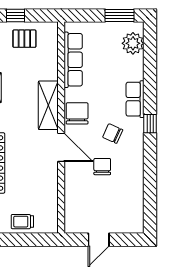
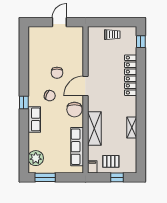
filing cabinet: (51, 31) -> (92, 167), added
shelving: (48, 105) -> (94, 129), moved
door: (61, 147) -> (85, 86), hinge flipped

